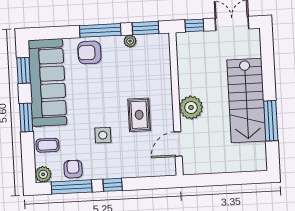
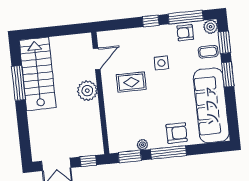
window: (24, 70) -> (224, 42), moved
stairs: (246, 100) -> (38, 74), moved
rug: (139, 115) -> (131, 82), turned 90
armchair: (73, 169) -> (185, 33), turned 90

